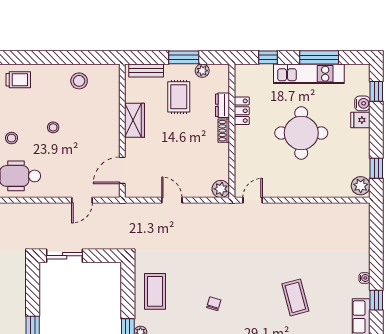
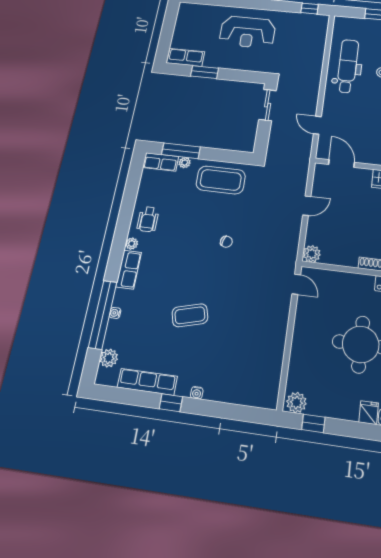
coffee table: (155, 291) -> (221, 180), width x1.36, depth x1.32
chair: (214, 304) -> (226, 242), moved

